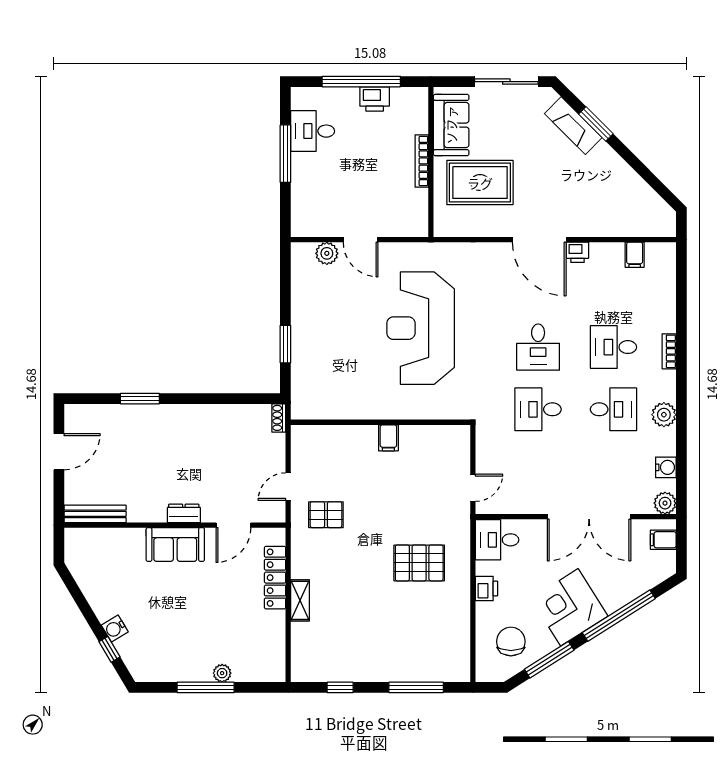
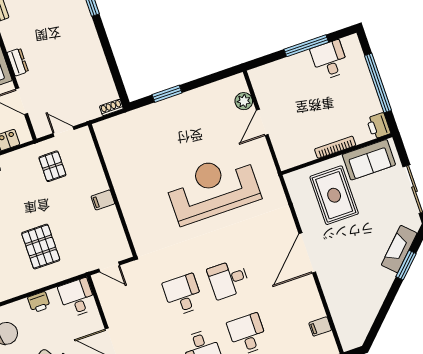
printer: (375, 99) -> (379, 126), moved
printer: (577, 252) -> (308, 284), removed
wall: (381, 422) -> (112, 190), moved
filing cabinet: (388, 438) -> (103, 200), moved

